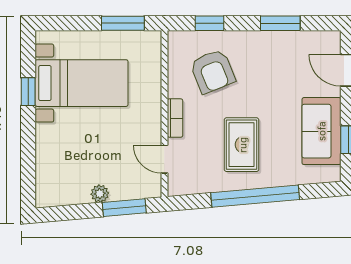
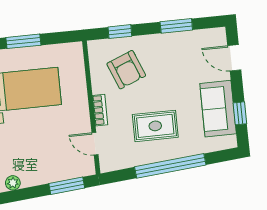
window: (123, 23) -> (23, 41), moved
rug: (242, 145) -> (155, 126), turned 90
plant: (100, 194) -> (13, 183), moved

